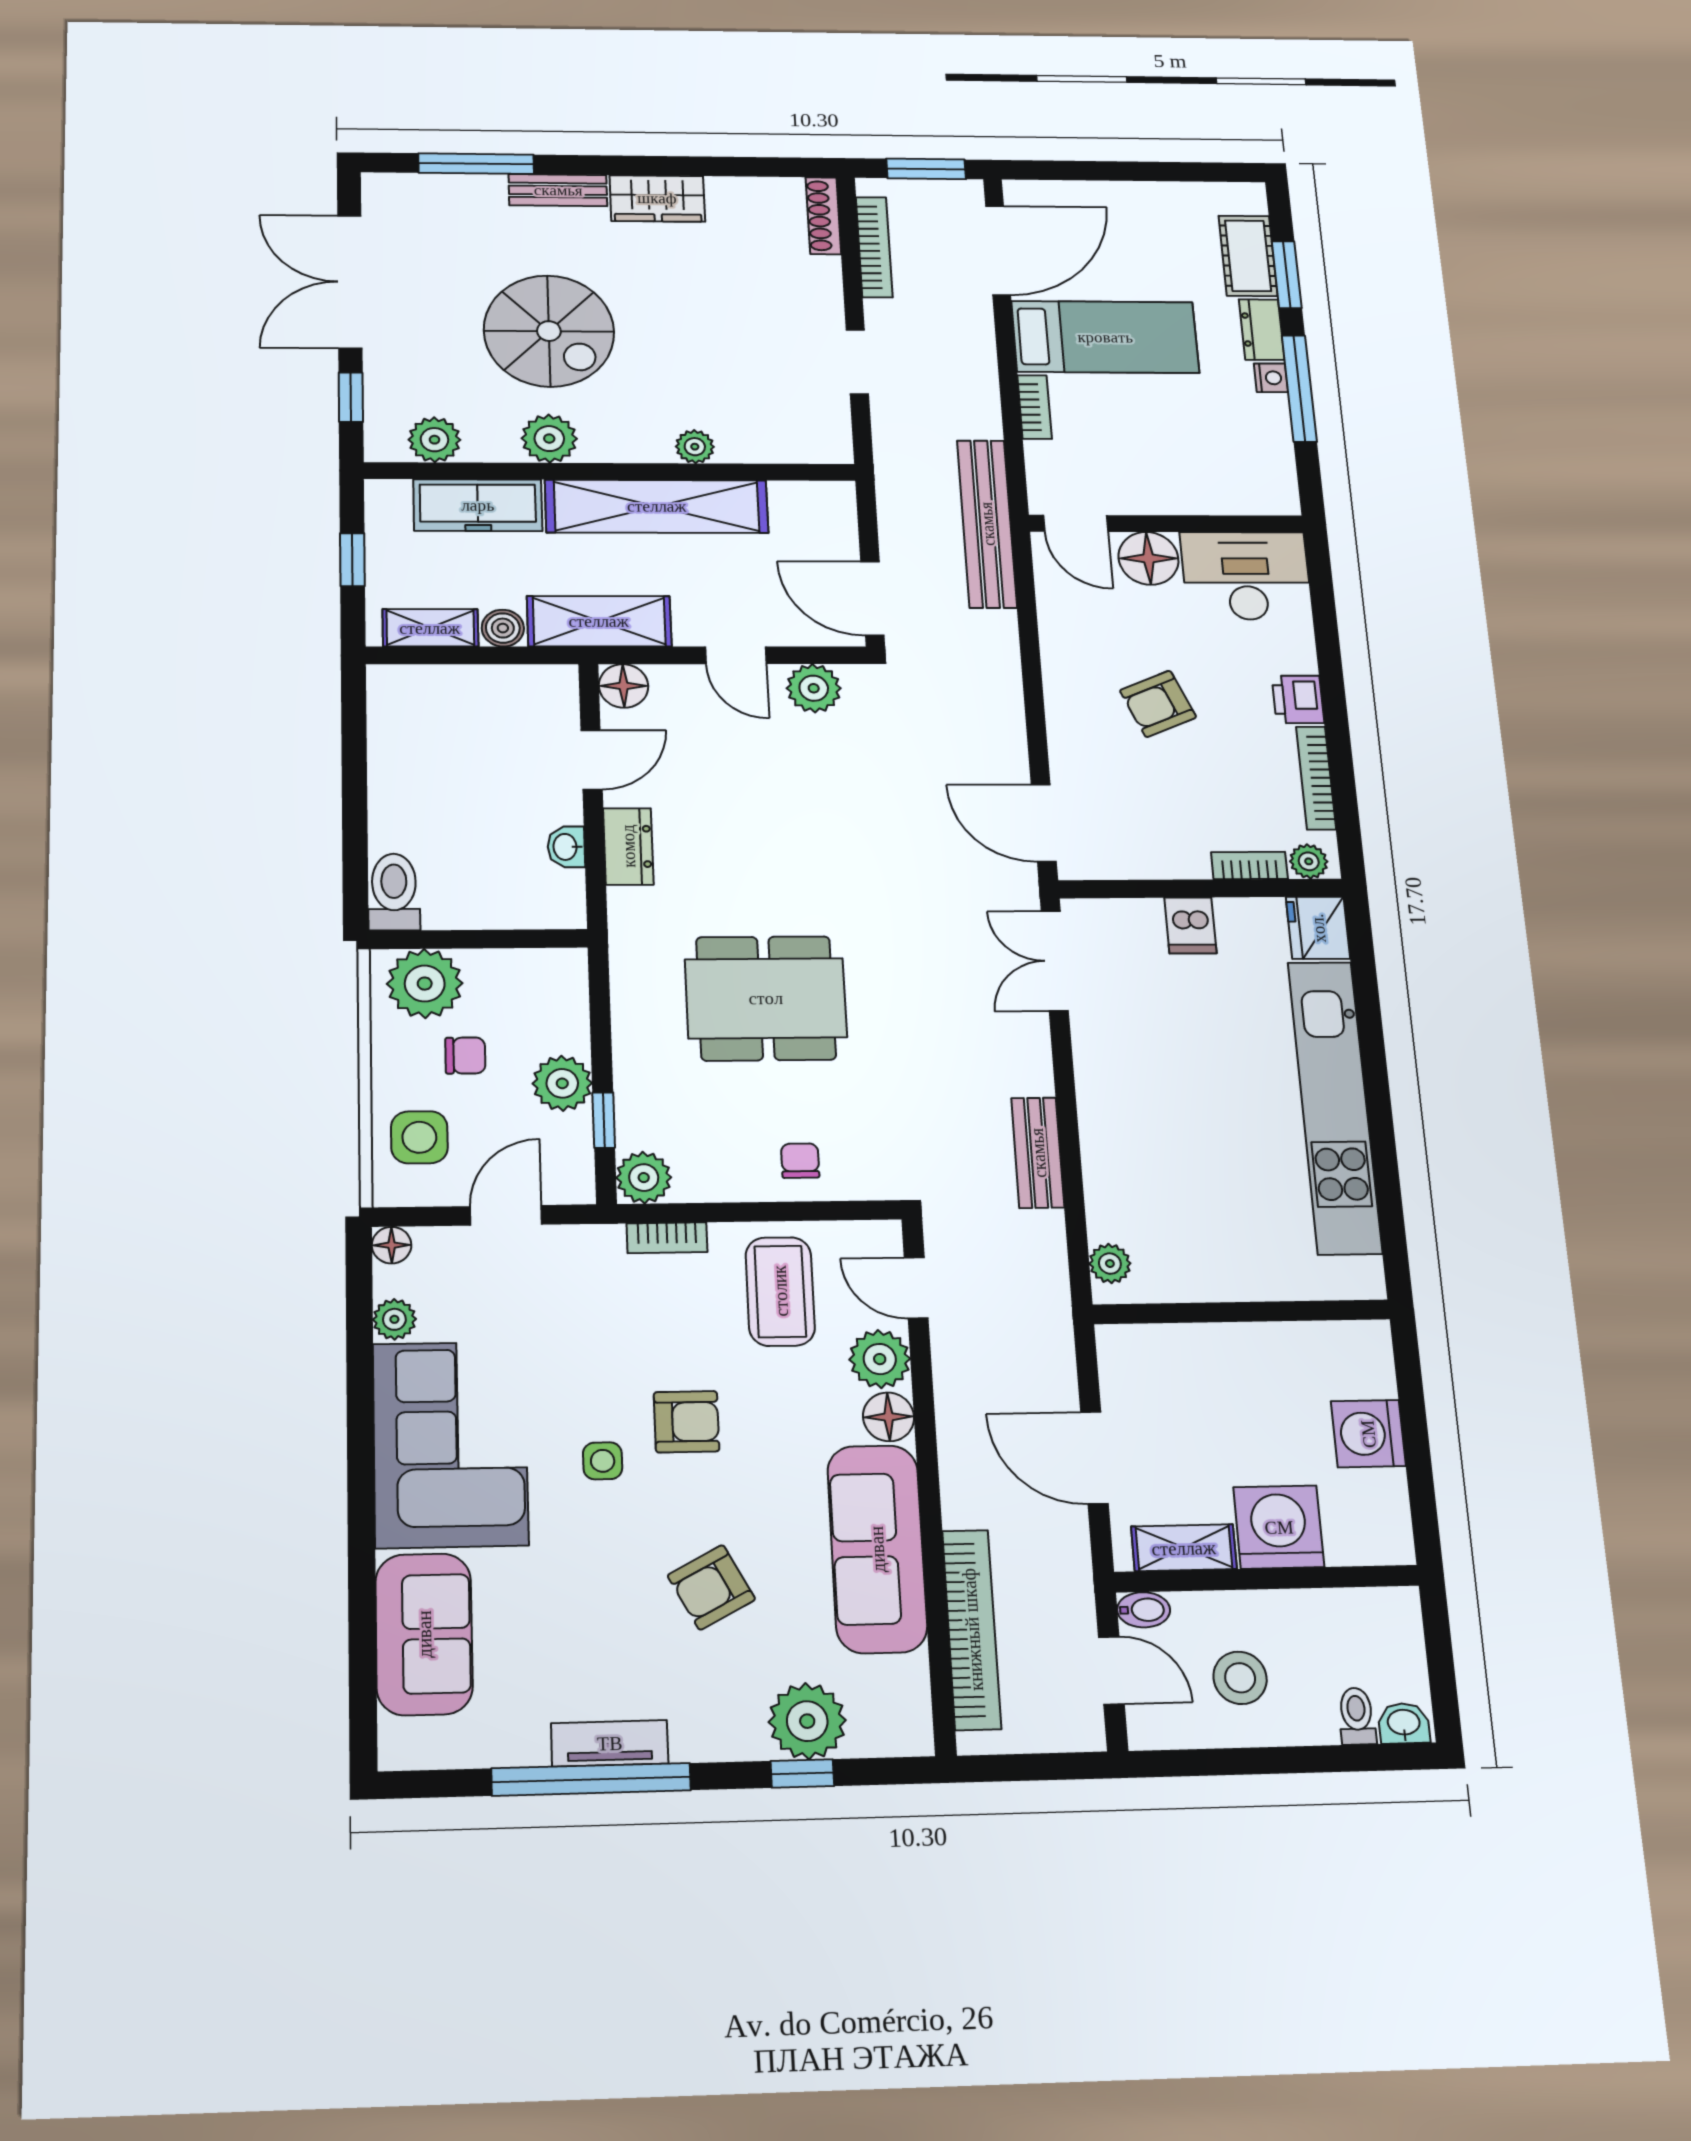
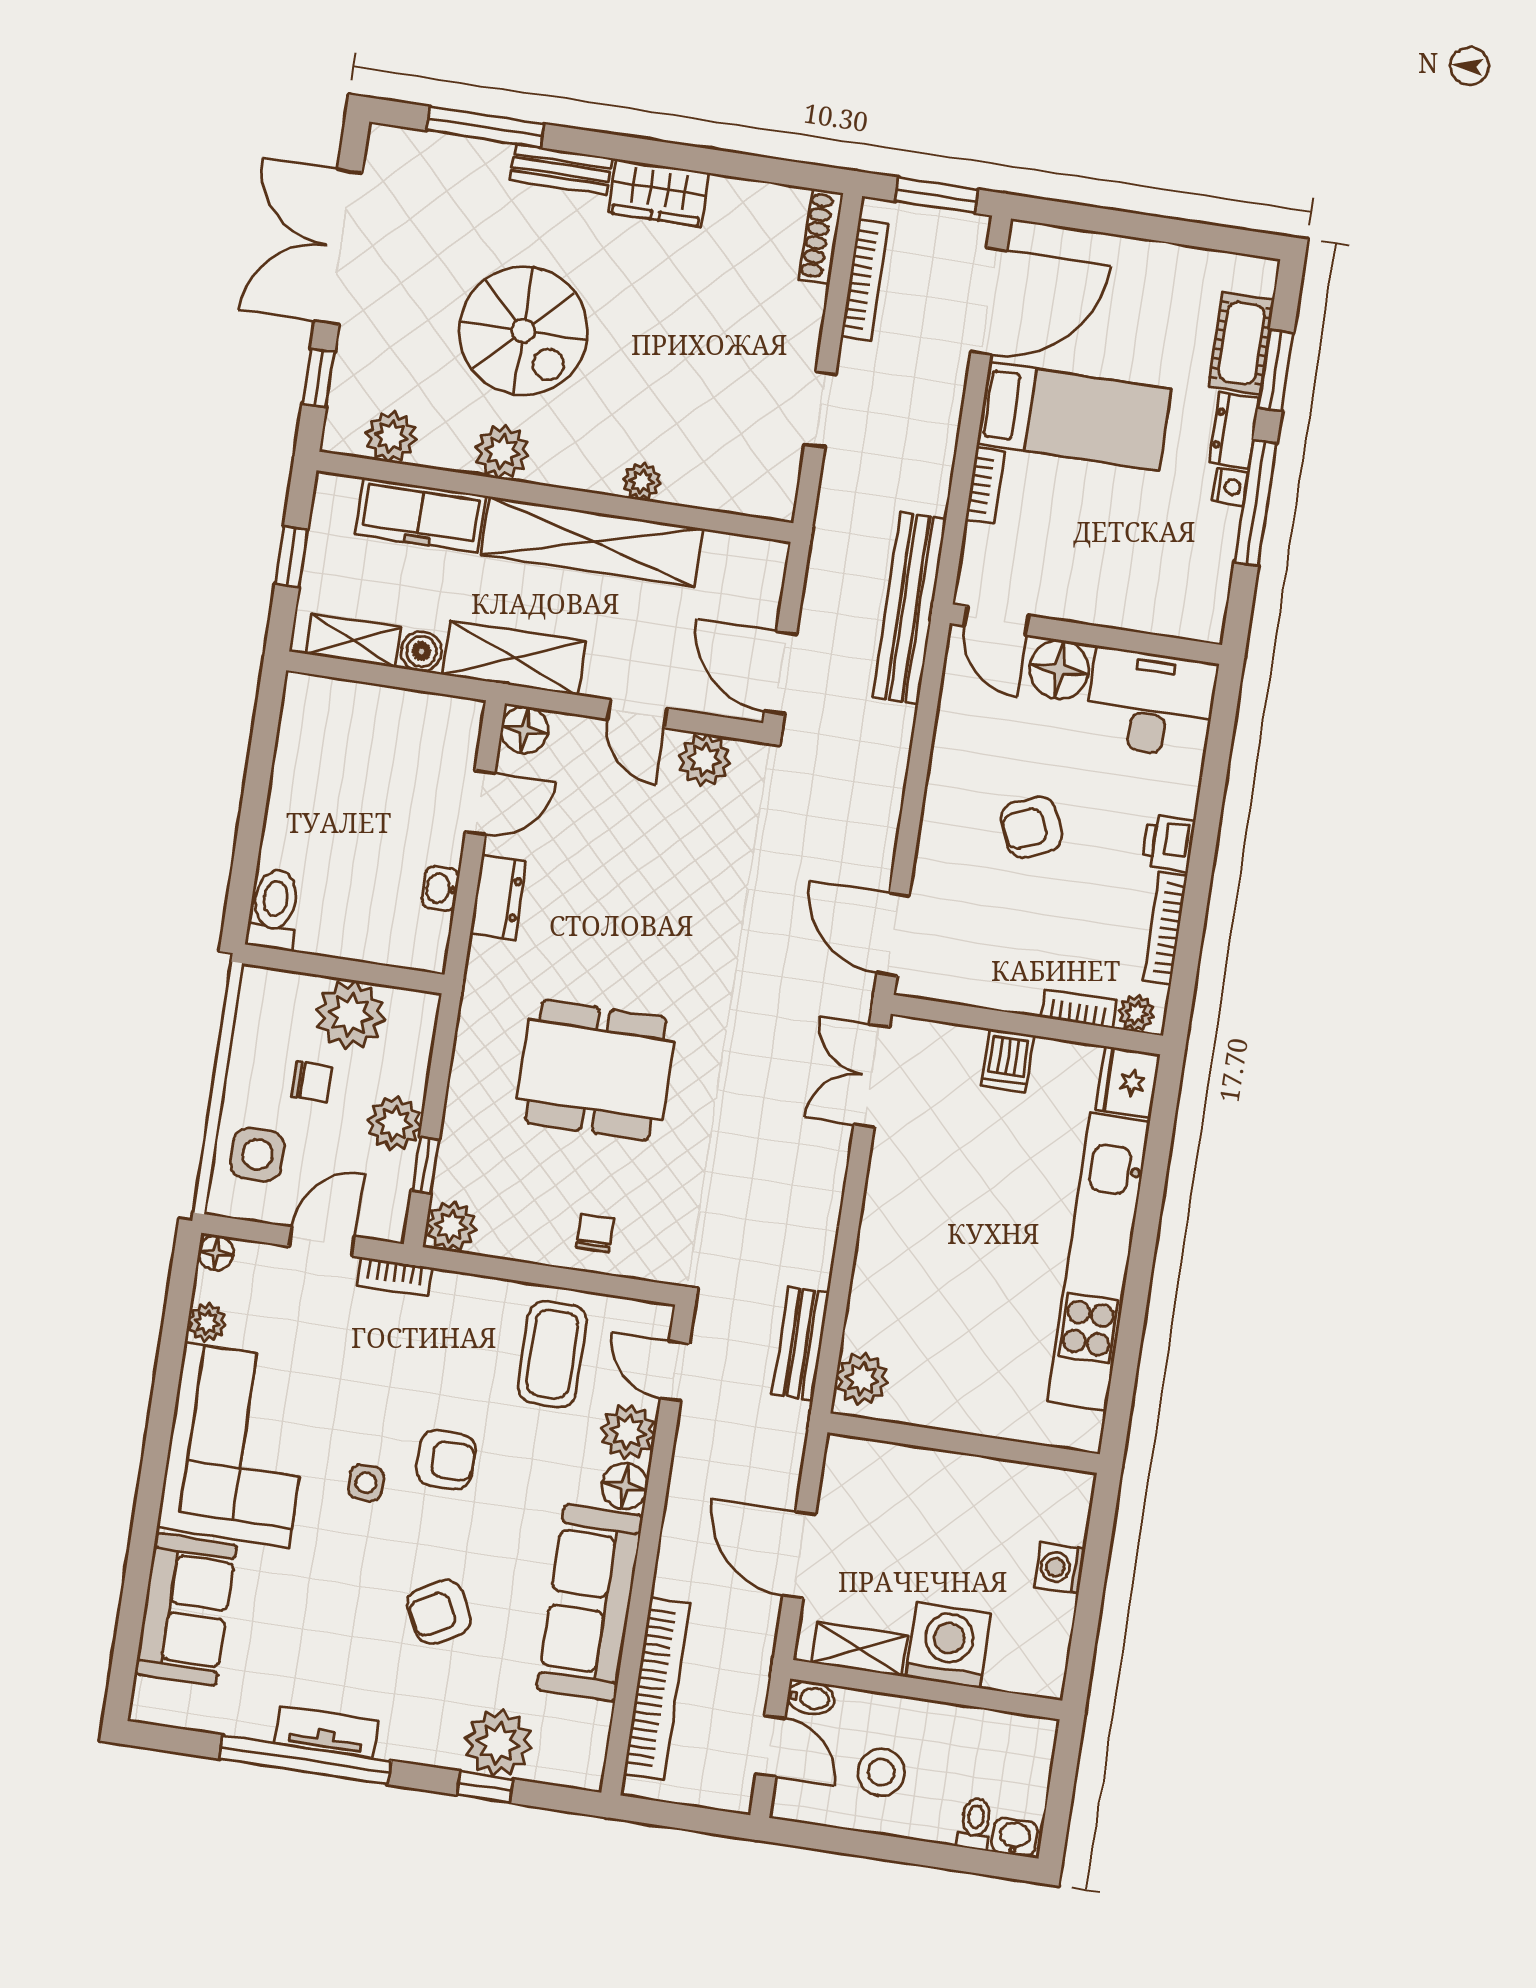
plant: (425, 984) -> (350, 1015), moved
bench: (1038, 1153) -> (801, 1344), moved
bookcase: (667, 1238) -> (394, 1277), moved
plant: (1110, 1264) -> (862, 1379), width x1.38, depth x1.38
washing machine: (1368, 1434) -> (1060, 1568), width x0.73, depth x0.73

